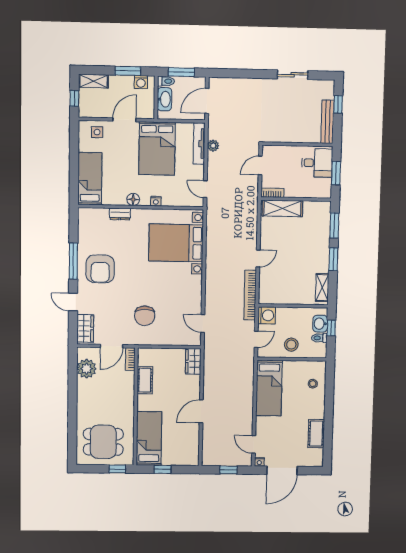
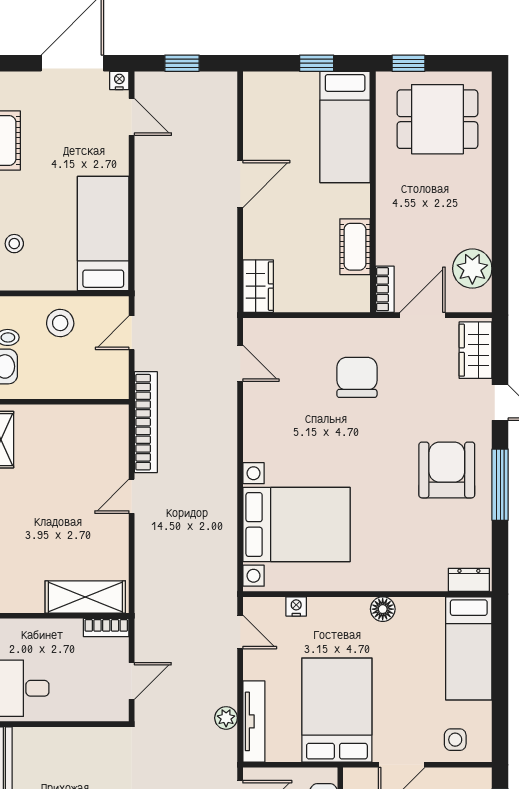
nightstand: (156, 201) -> (296, 606), moved
dresser: (120, 214) -> (469, 580), moved
washing machine: (267, 315) -> (112, 382), removed

